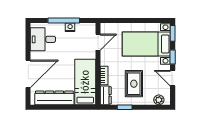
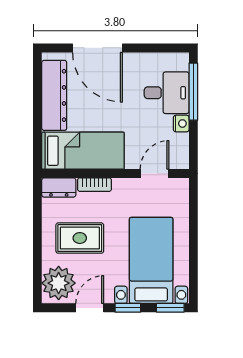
window: (64, 21) -> (193, 92), moved
desk: (43, 39) -> (167, 93), moved, turned 90
door: (98, 42) -> (155, 174), swing flipped
plant: (159, 100) -> (59, 283), width x1.88, depth x1.88
window: (125, 107) -> (37, 222), removed

